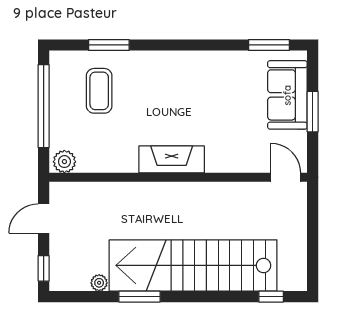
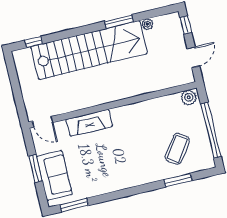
coffee table: (99, 91) -> (177, 149), turned 35
fireplace: (172, 159) -> (89, 123), moved

